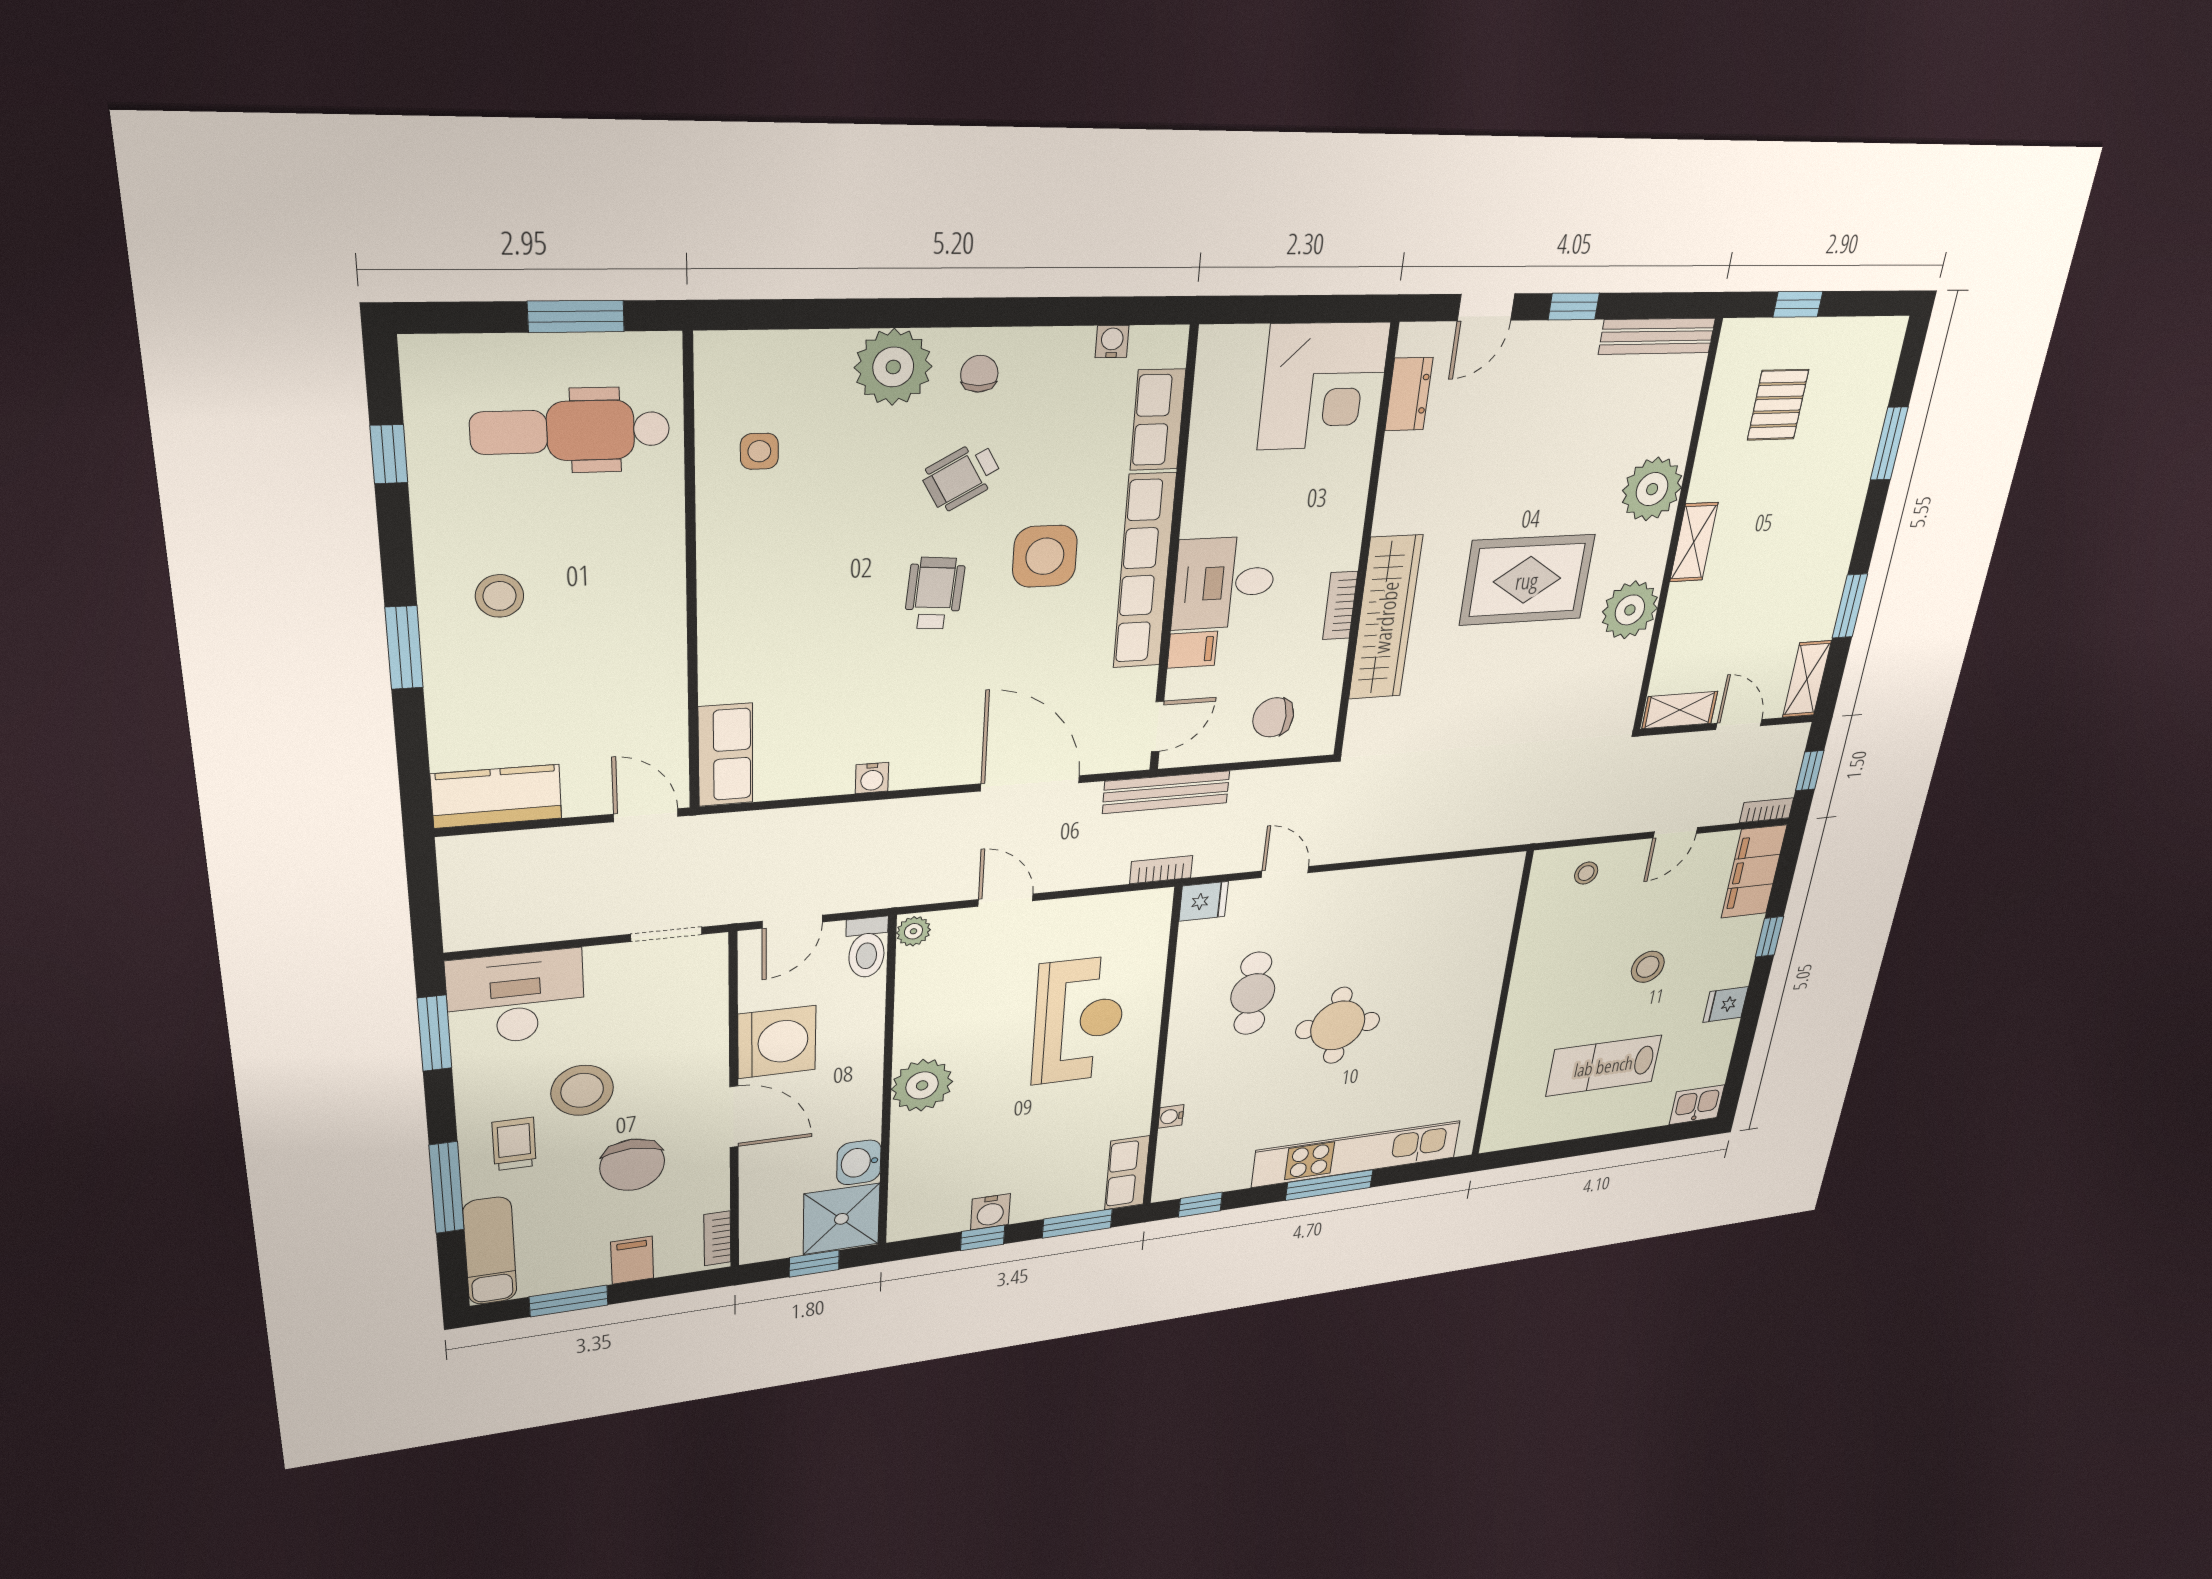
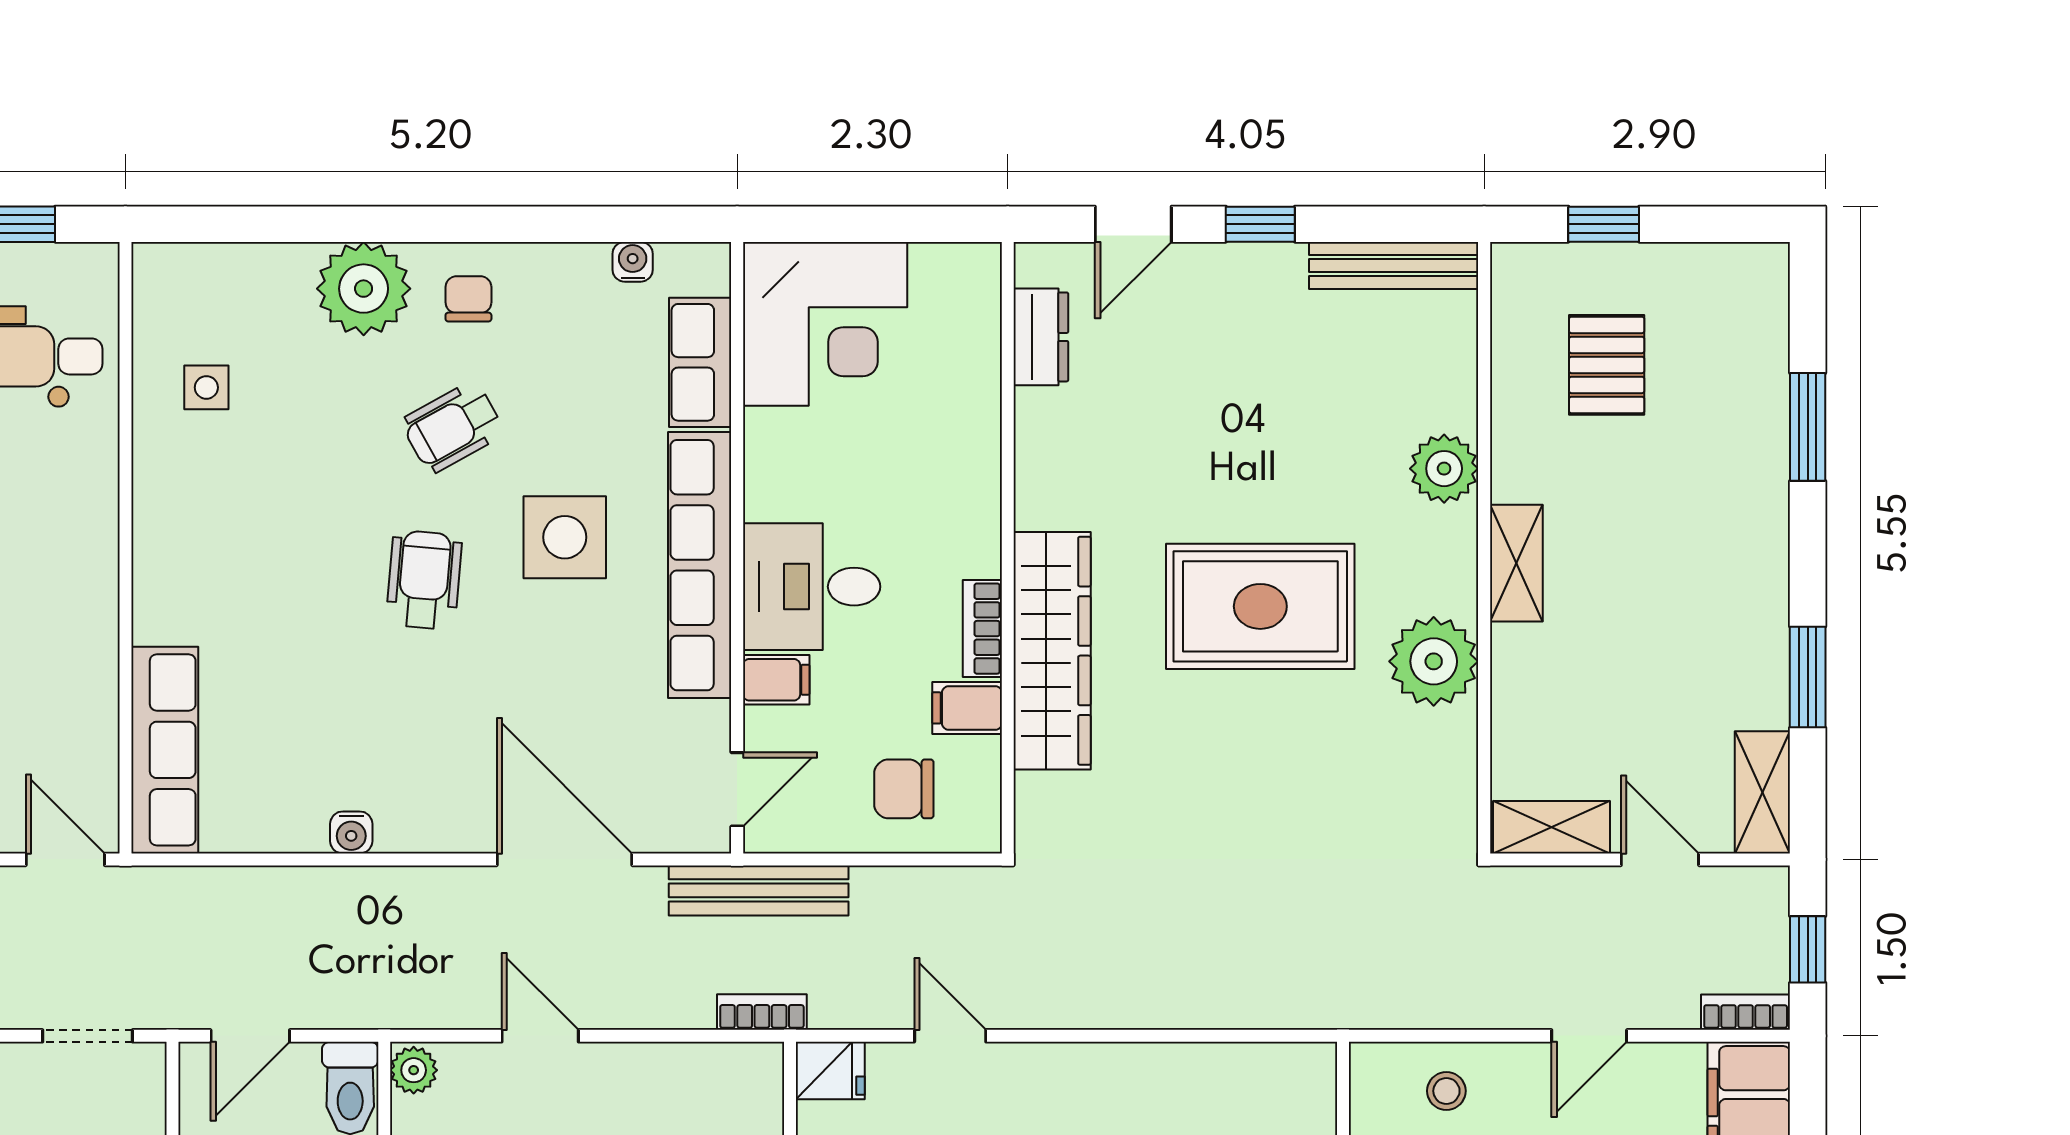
corner desk: (1324, 386) -> (825, 324), moved
plant: (1652, 489) -> (1444, 469), width x0.73, depth x0.73
filing cabinet: (1323, 660) -> (967, 708), added
row of seats: (726, 755) -> (165, 750), width x1.48

